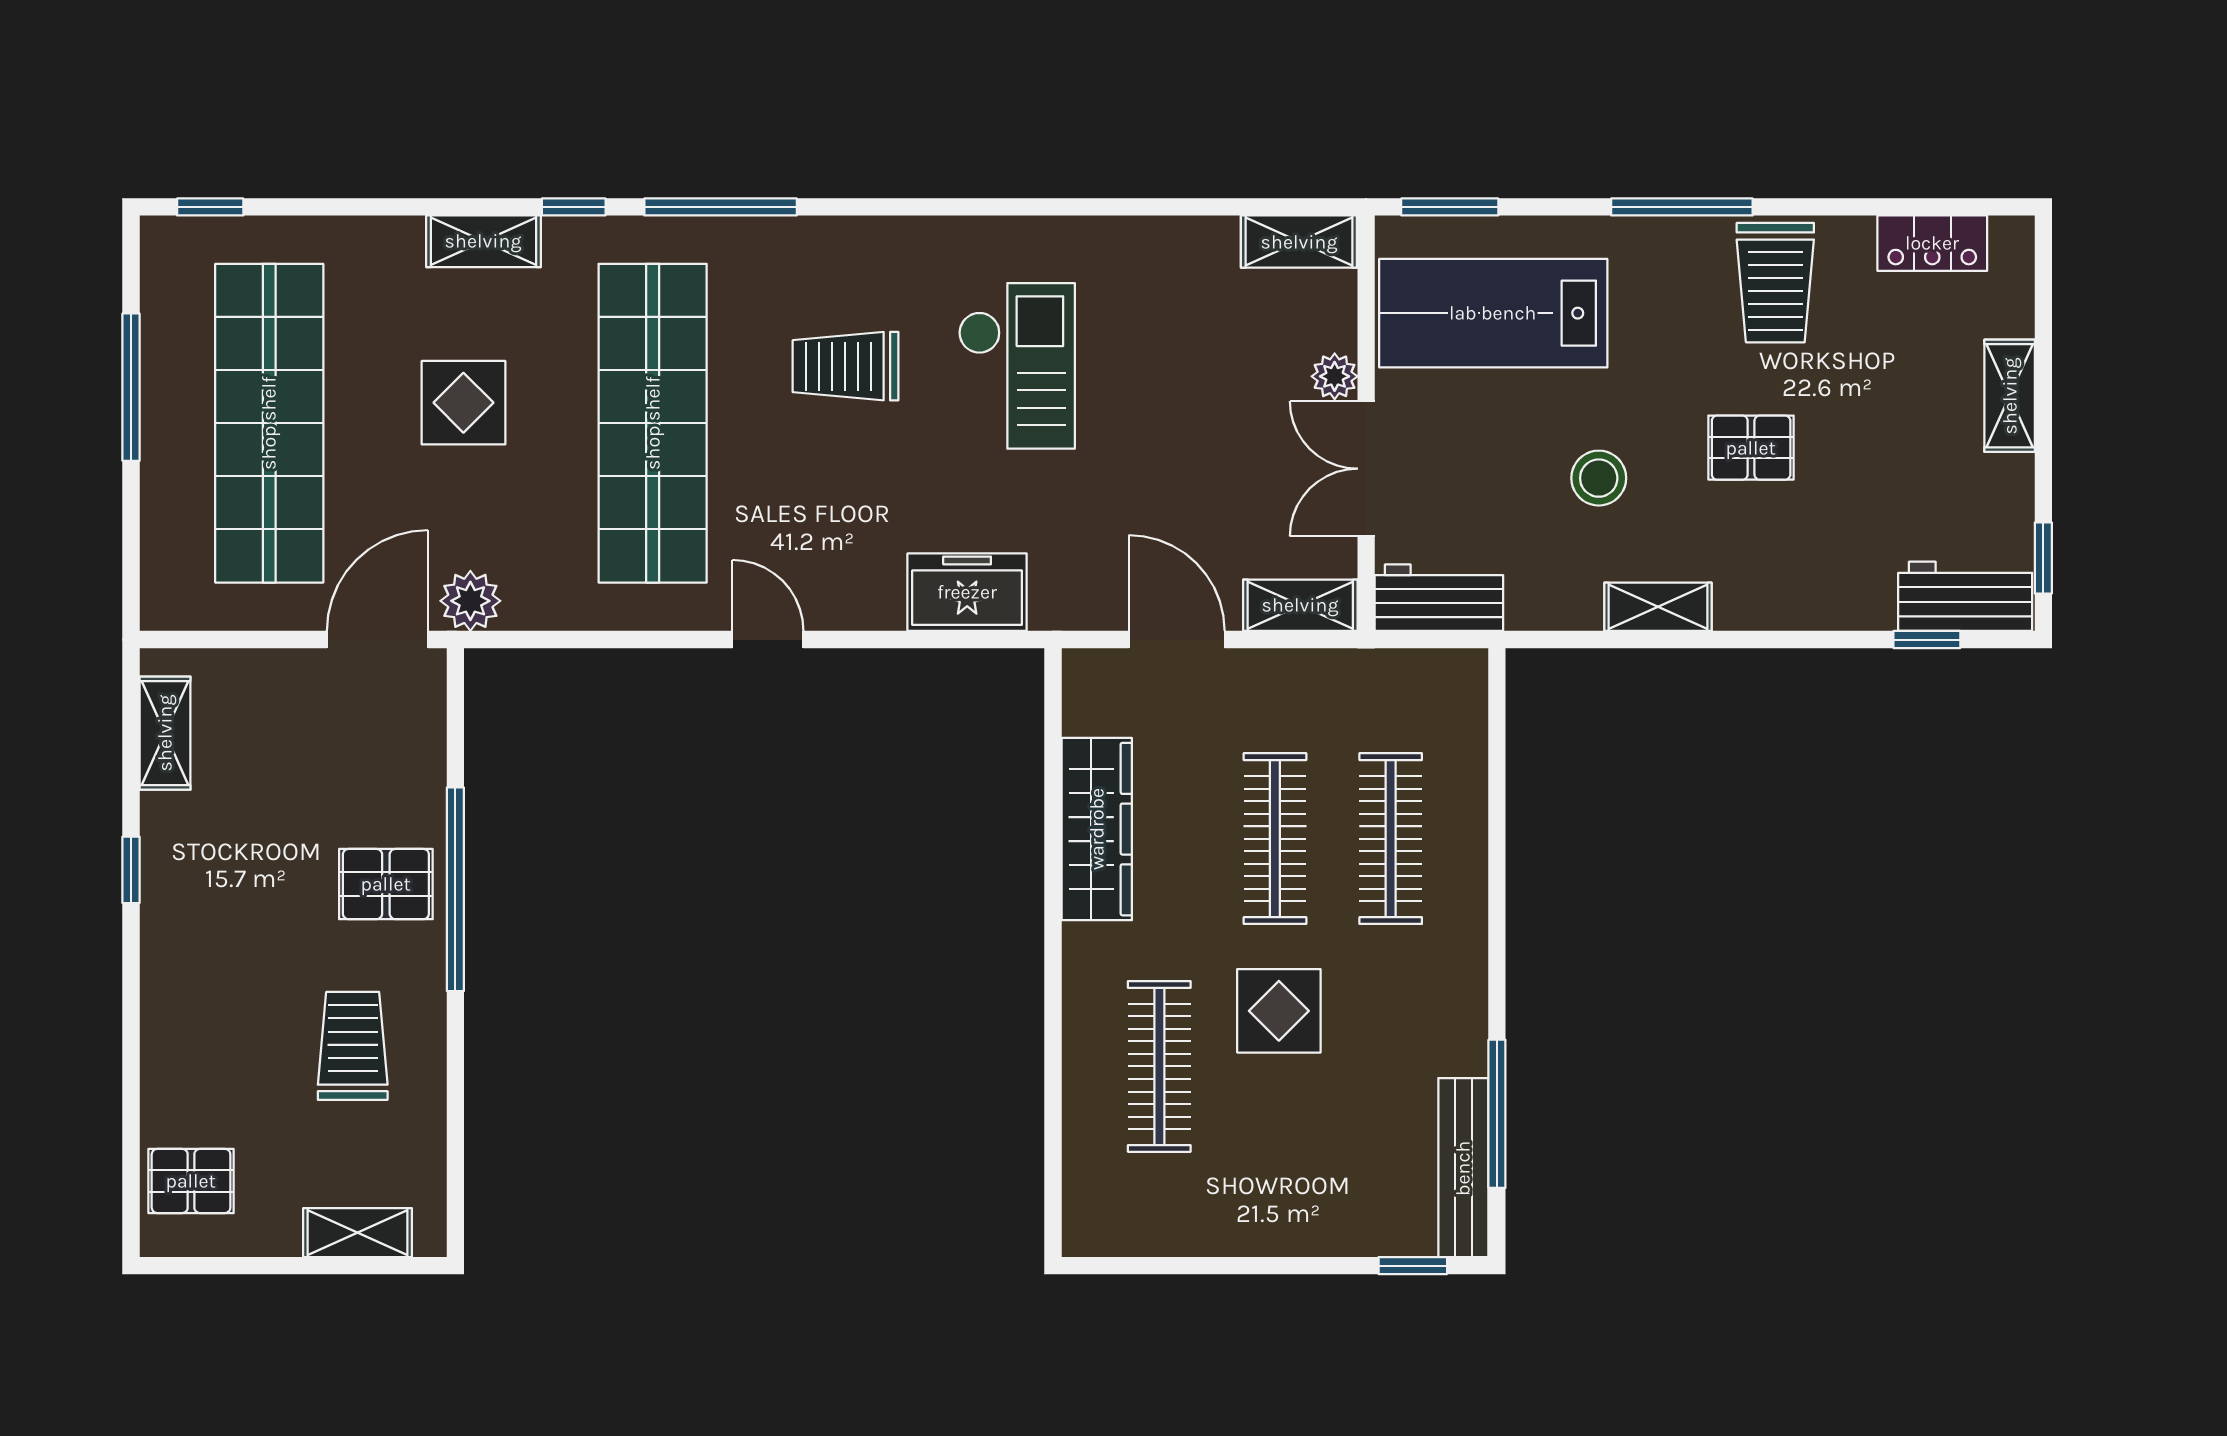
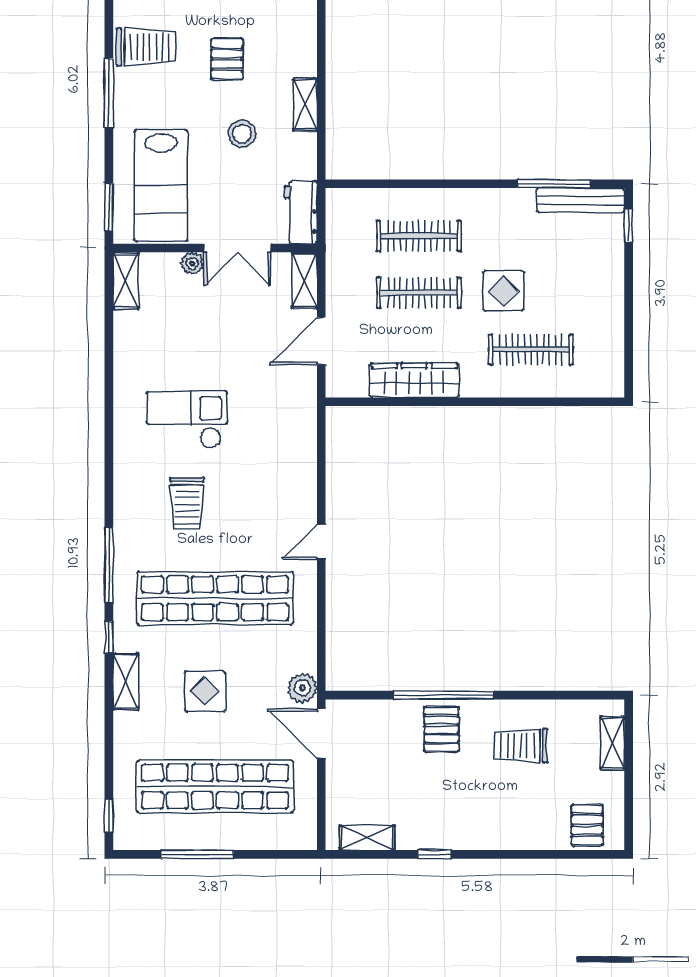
freezer: (967, 592) -> (298, 444), removed

